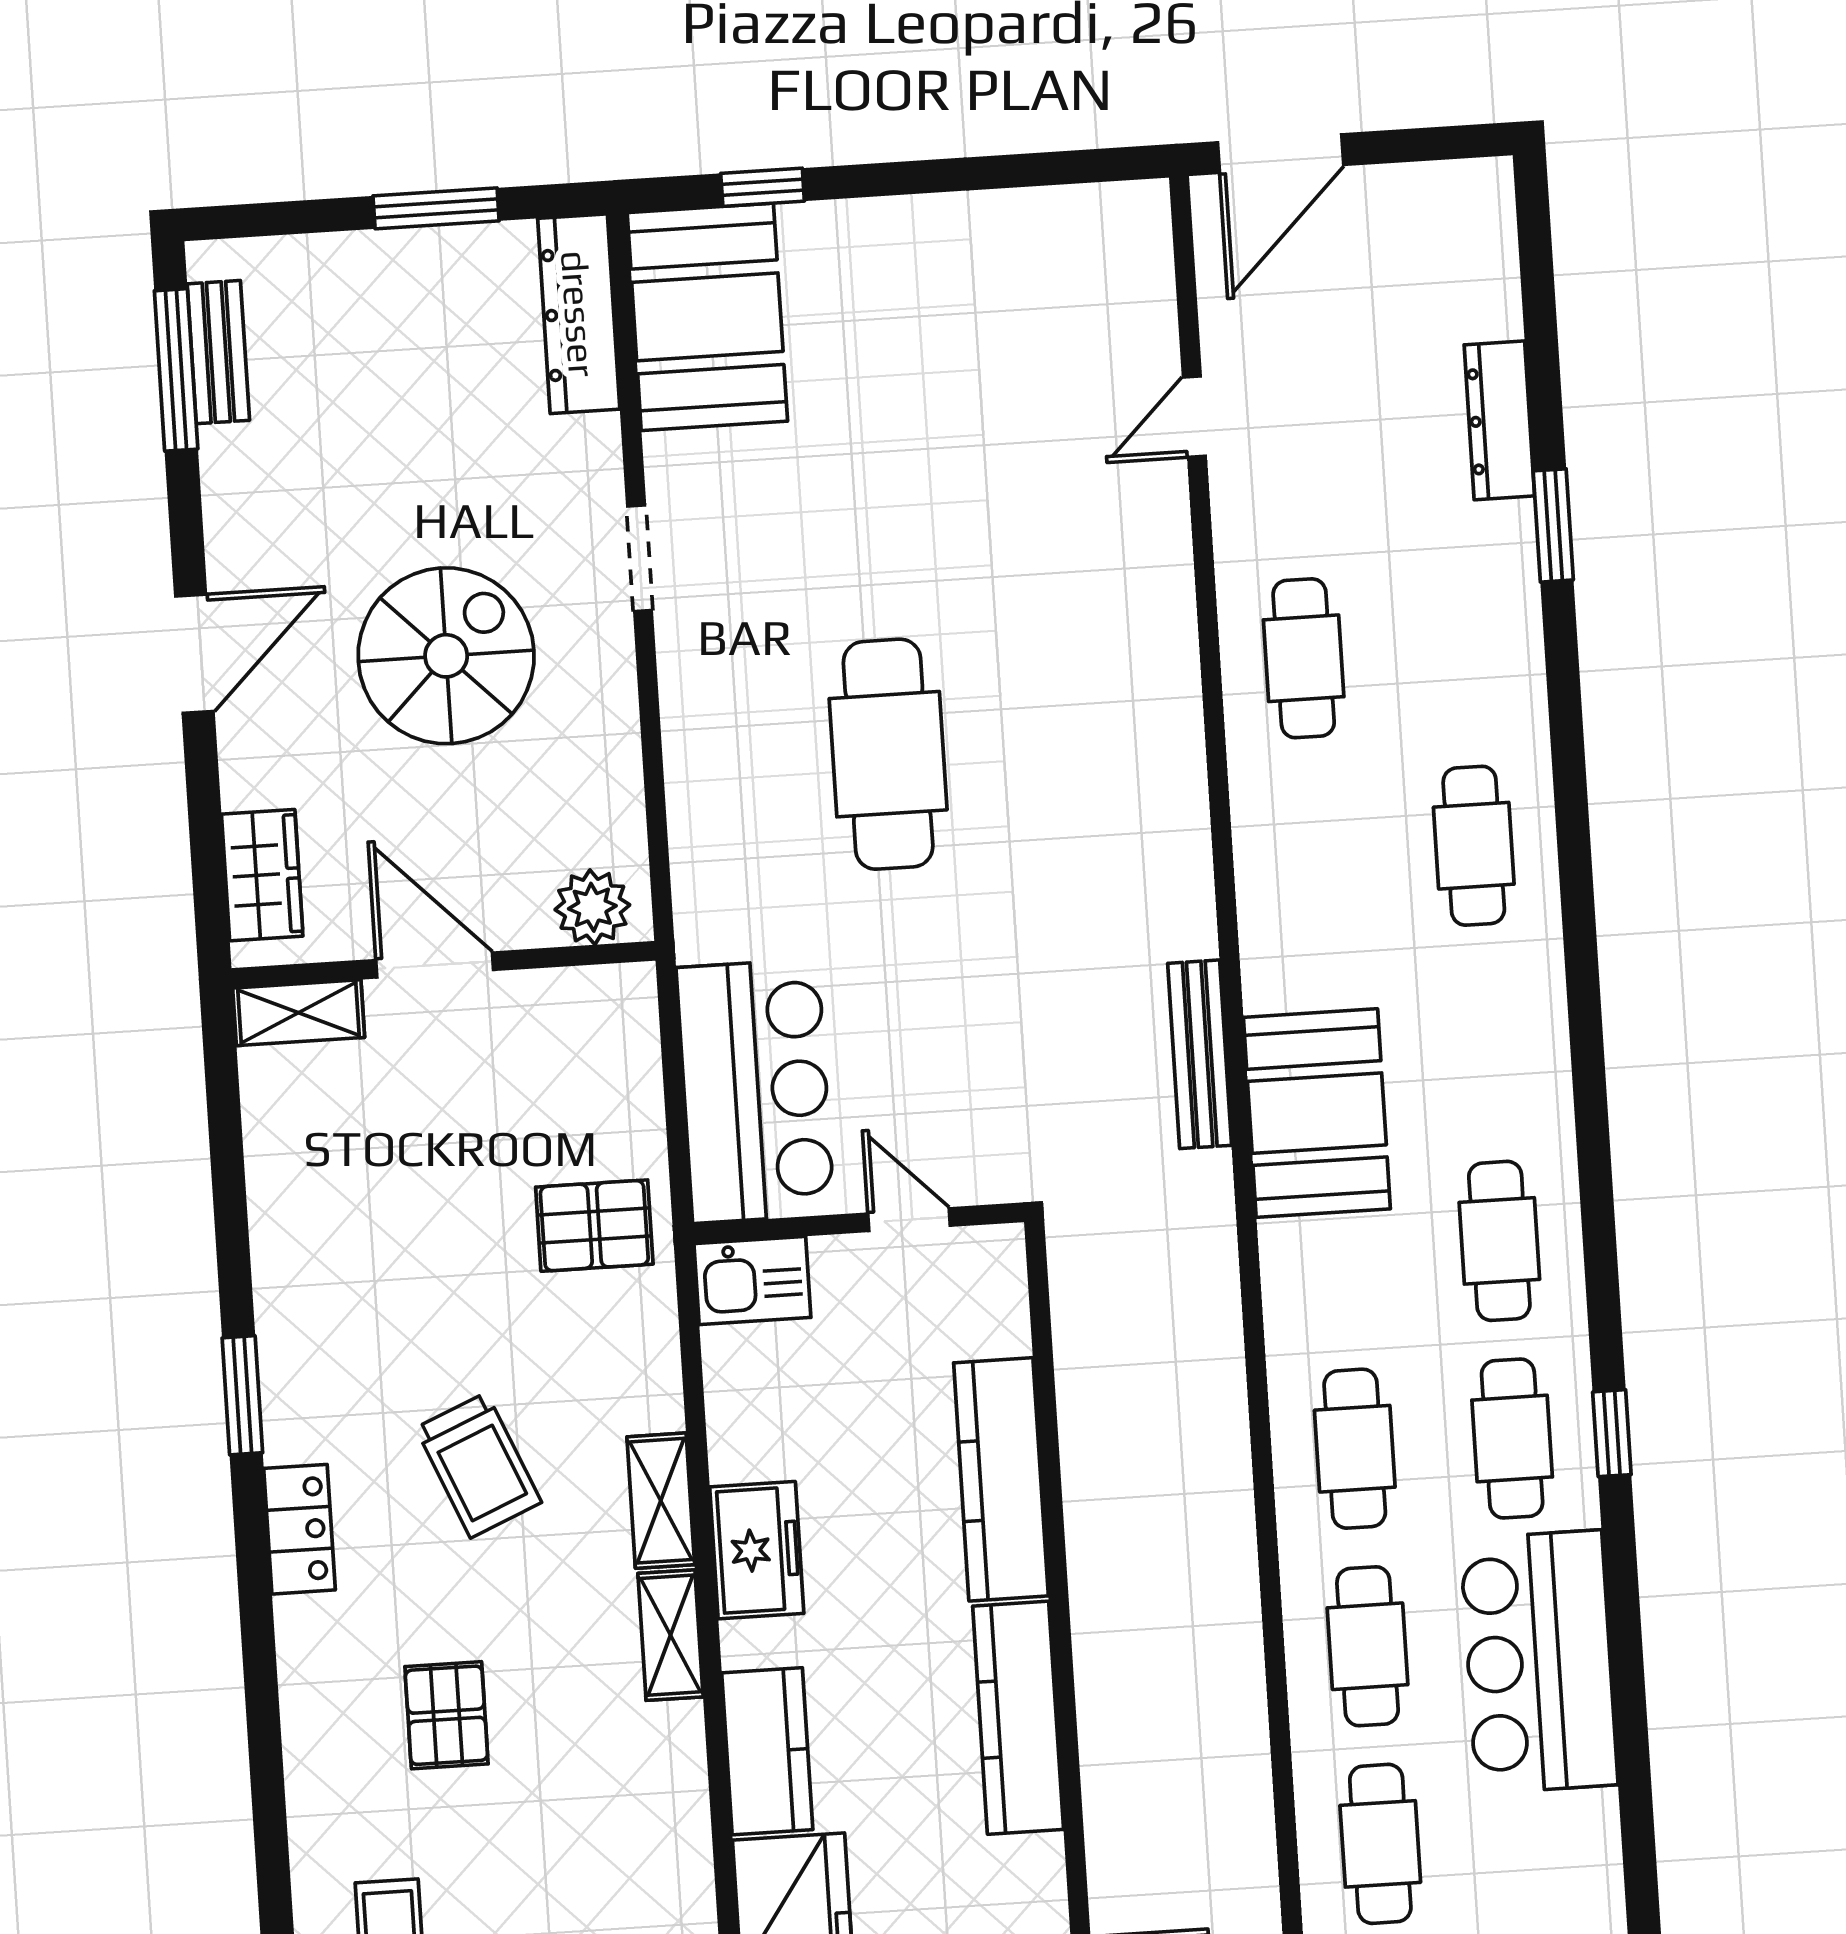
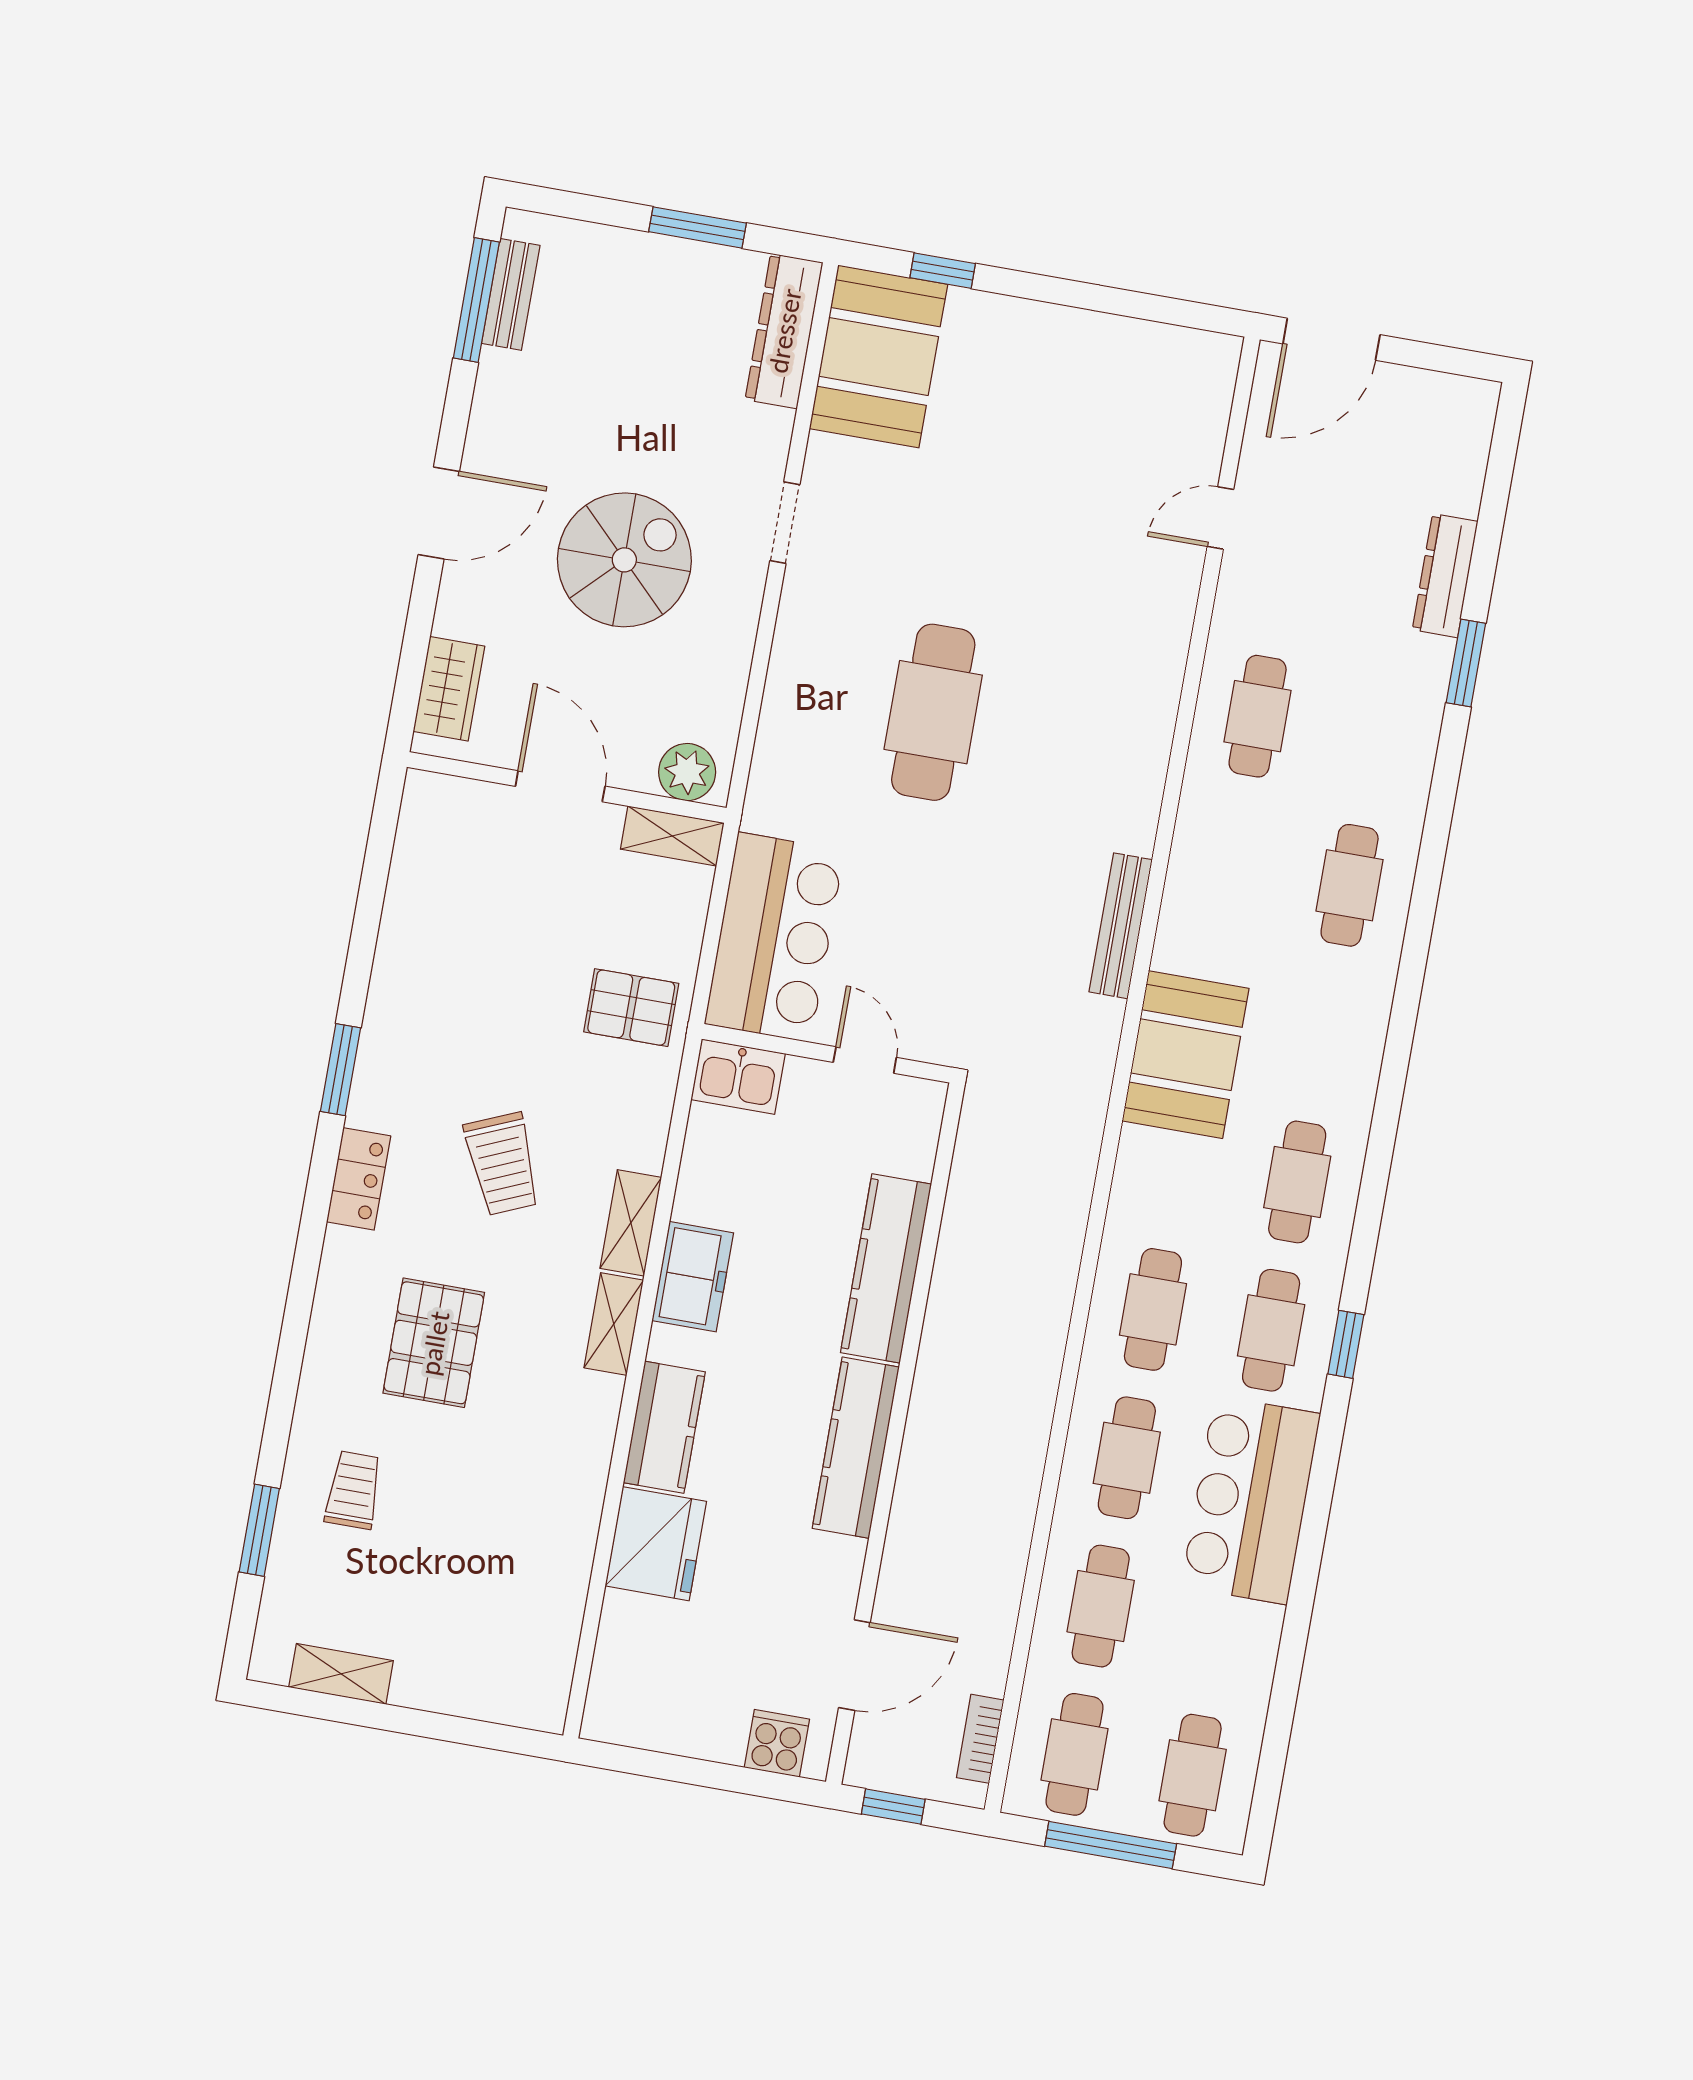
shelving: (299, 1013) -> (672, 836), moved
bench: (1200, 1054) -> (1121, 926), moved
pallet: (446, 1715) -> (434, 1343), width x1.50, depth x1.42

